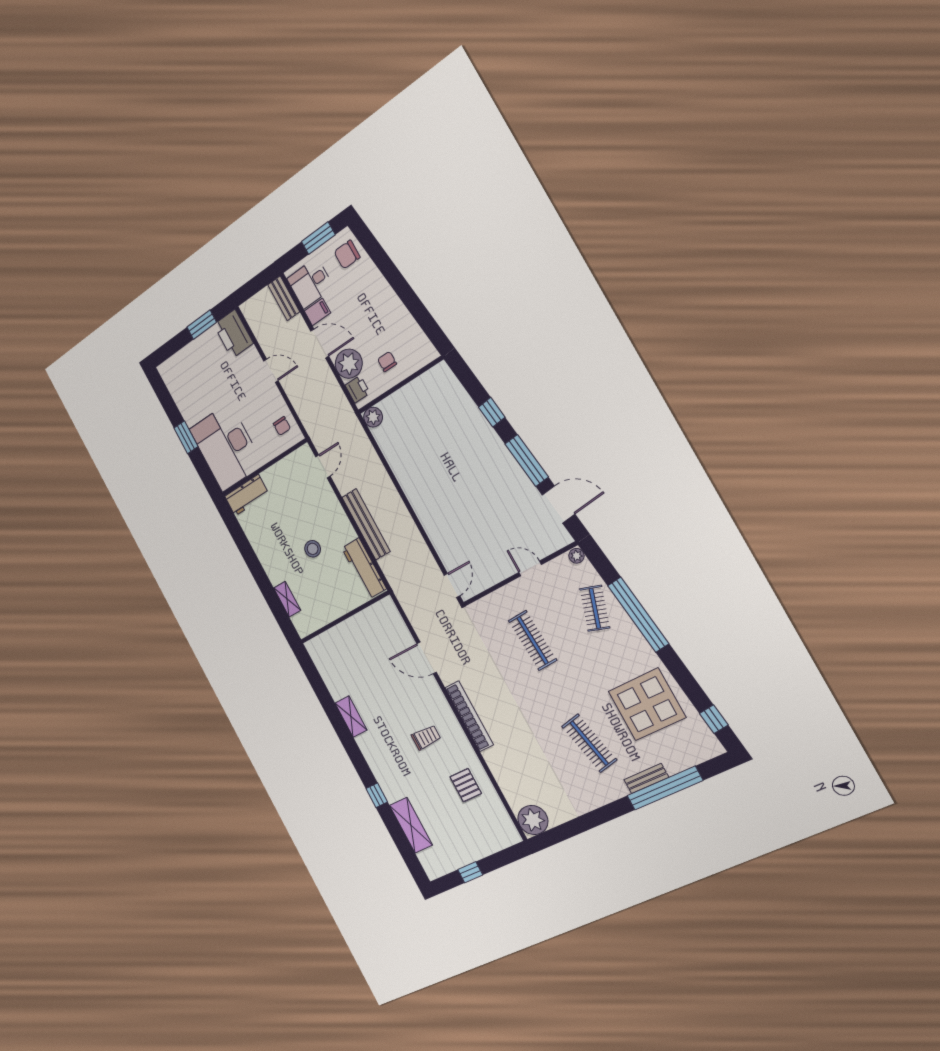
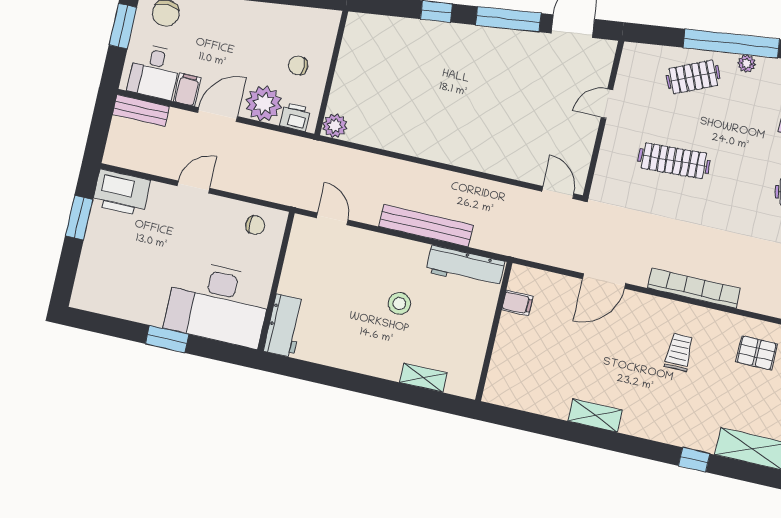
plant: (576, 556) -> (747, 64), moved
clothes rail: (595, 608) -> (693, 77), turned -42
filing cabinet: (371, 617) -> (517, 303), added

